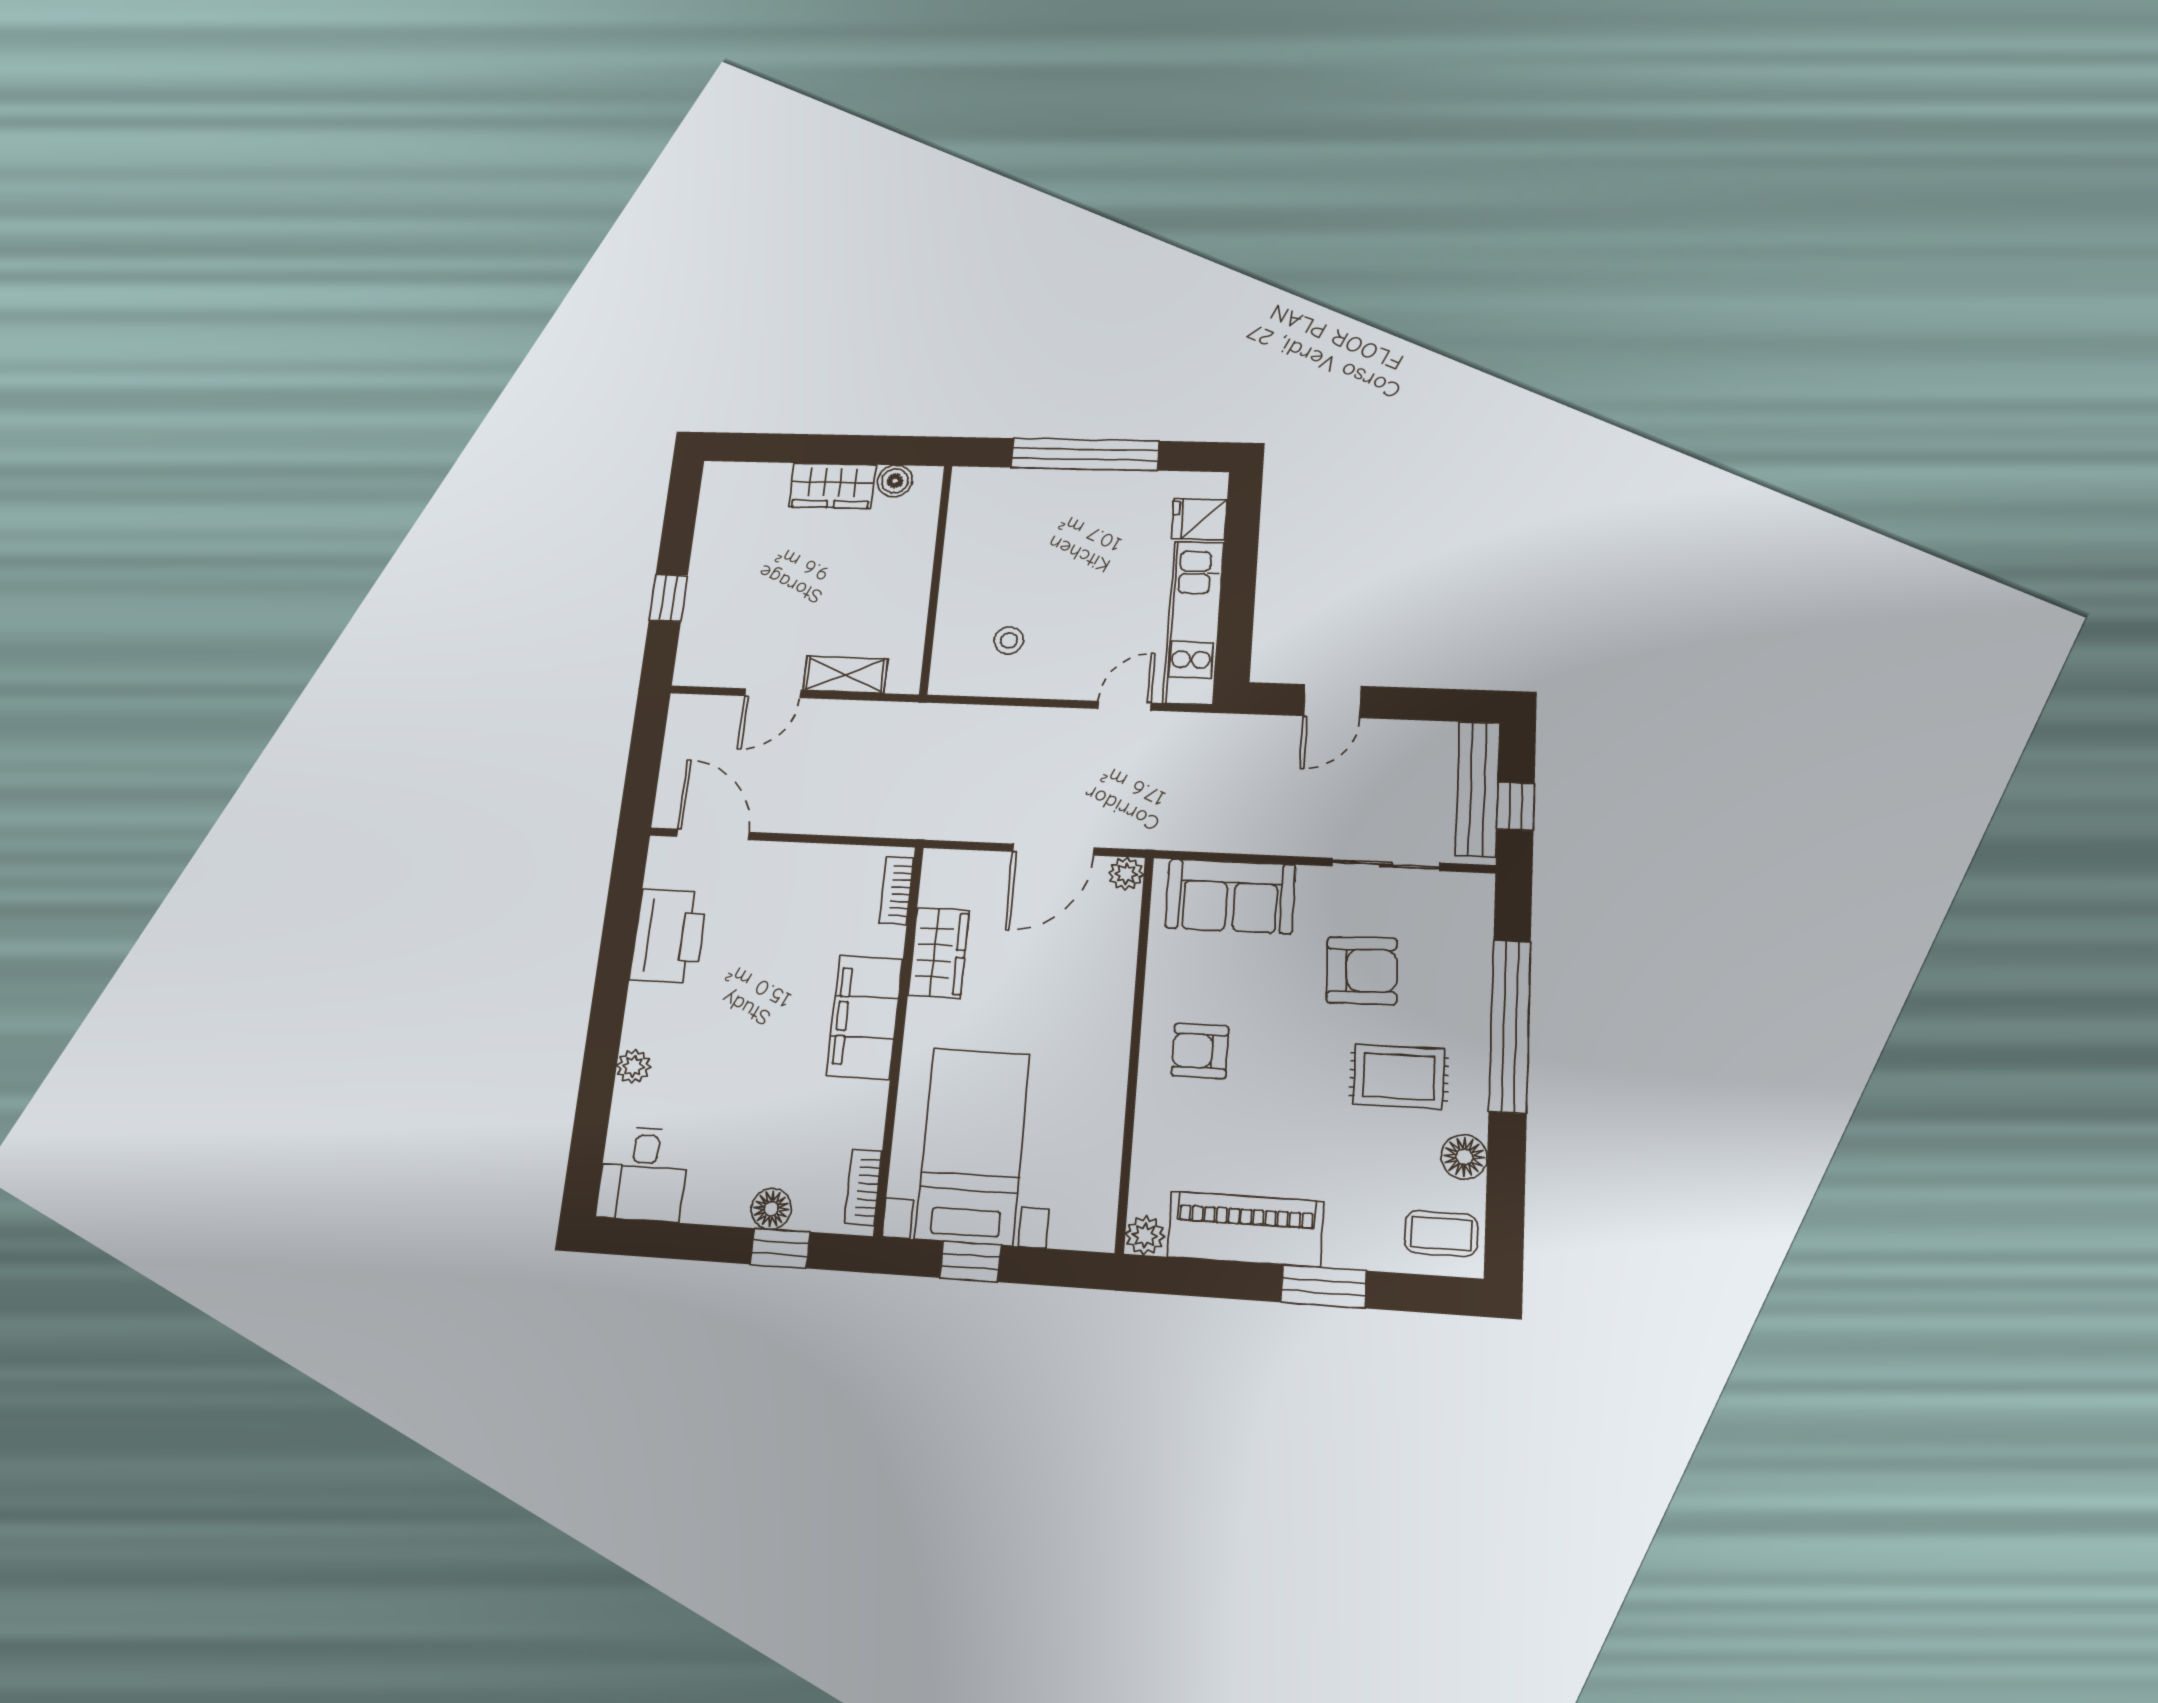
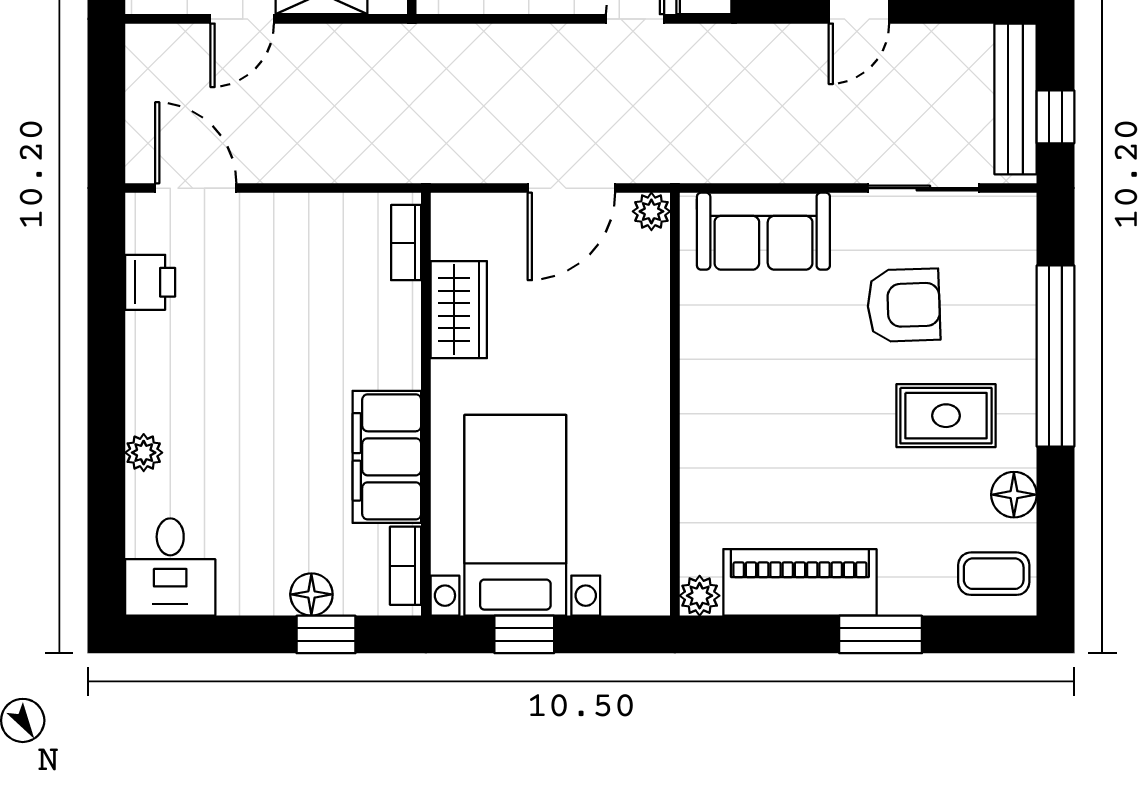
printer: (669, 936) -> (150, 282), width x0.53, depth x0.68
filing cabinet: (865, 1017) -> (387, 457), moved
armchair: (1200, 1051) -> (742, 401), removed

